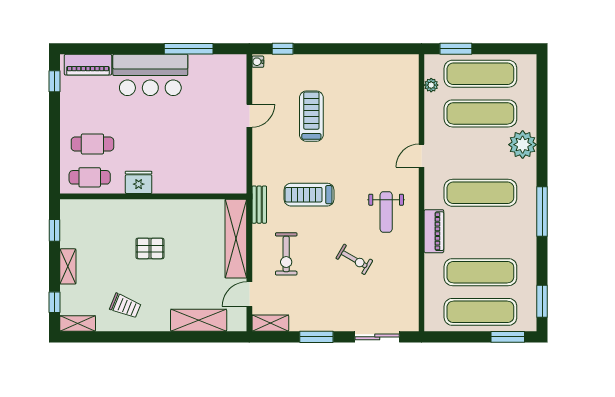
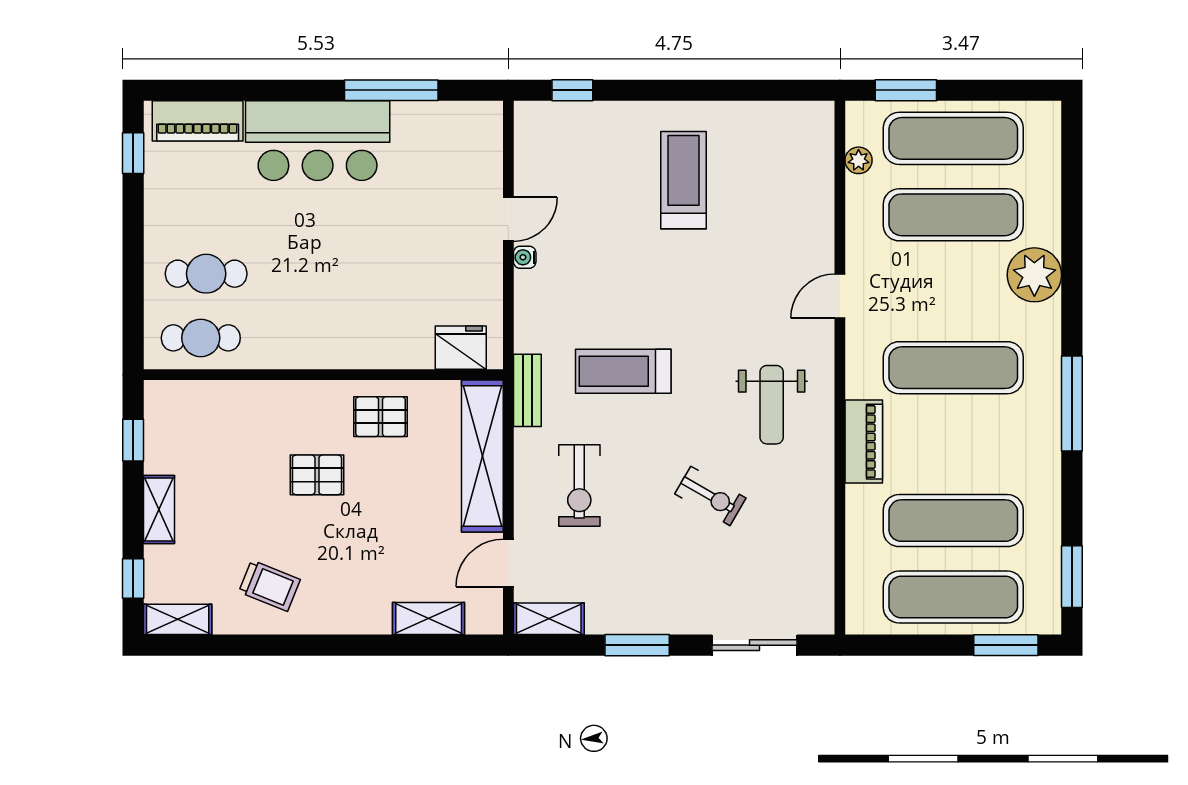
water cooler: (258, 62) -> (525, 257), moved
treadmill: (311, 116) -> (683, 180), moved
fridge: (139, 182) -> (461, 348), moved
pallet: (183, 218) -> (381, 417), added
shelving: (199, 320) -> (429, 619), width x0.67, depth x0.75

